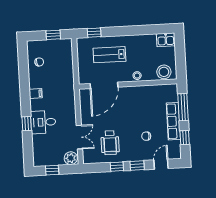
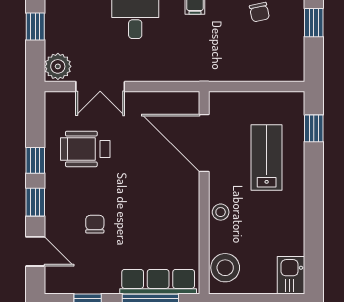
window: (53, 35) -> (314, 23), moved
row of seats: (173, 121) -> (158, 282), moved

